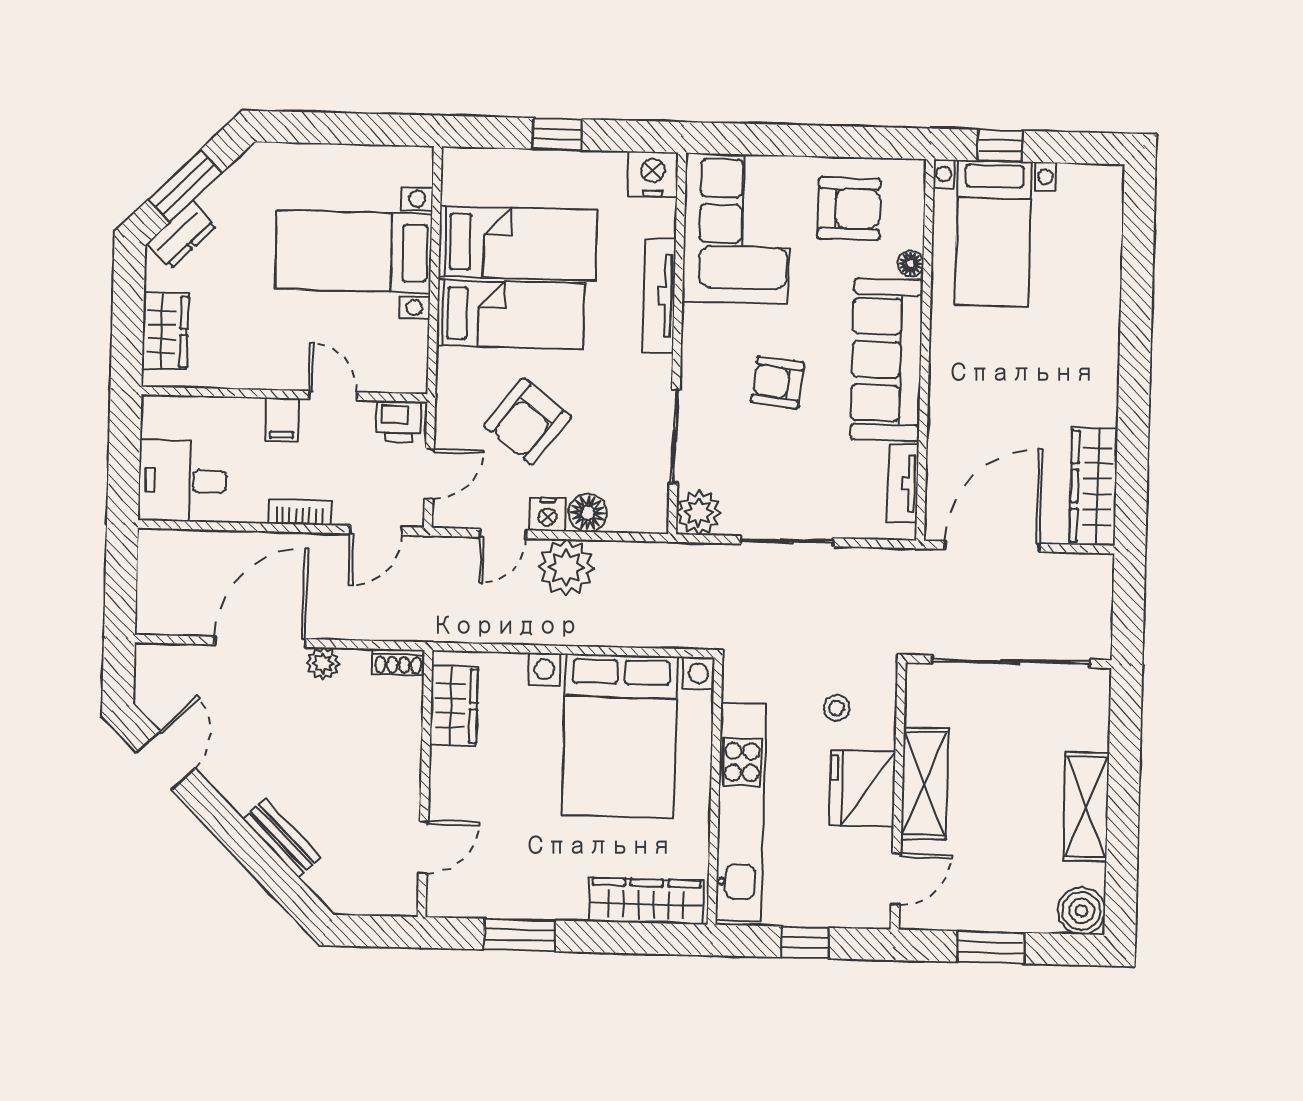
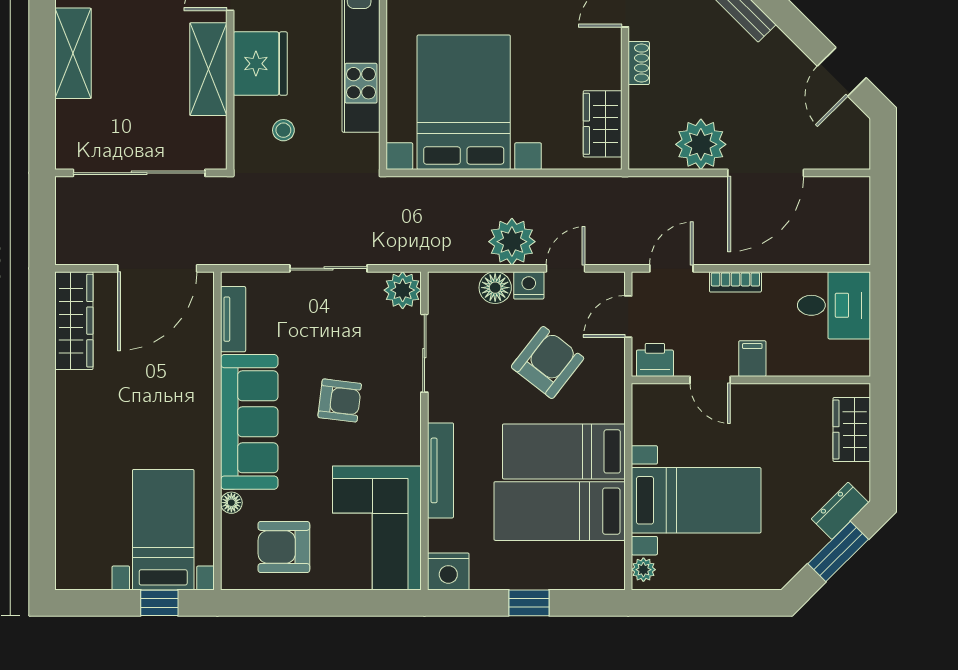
plant: (419, 170) -> (643, 570), added
shoe rack: (398, 662) -> (639, 63), moved, turned 90
plant: (323, 663) -> (701, 144), width x1.88, depth x1.88

